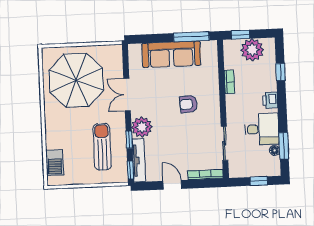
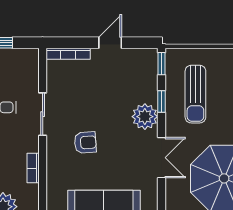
sliding door: (224, 143) -> (43, 114), moved
tv unit: (139, 160) -> (151, 75), removed
door: (172, 185) -> (110, 43), swing flipped

